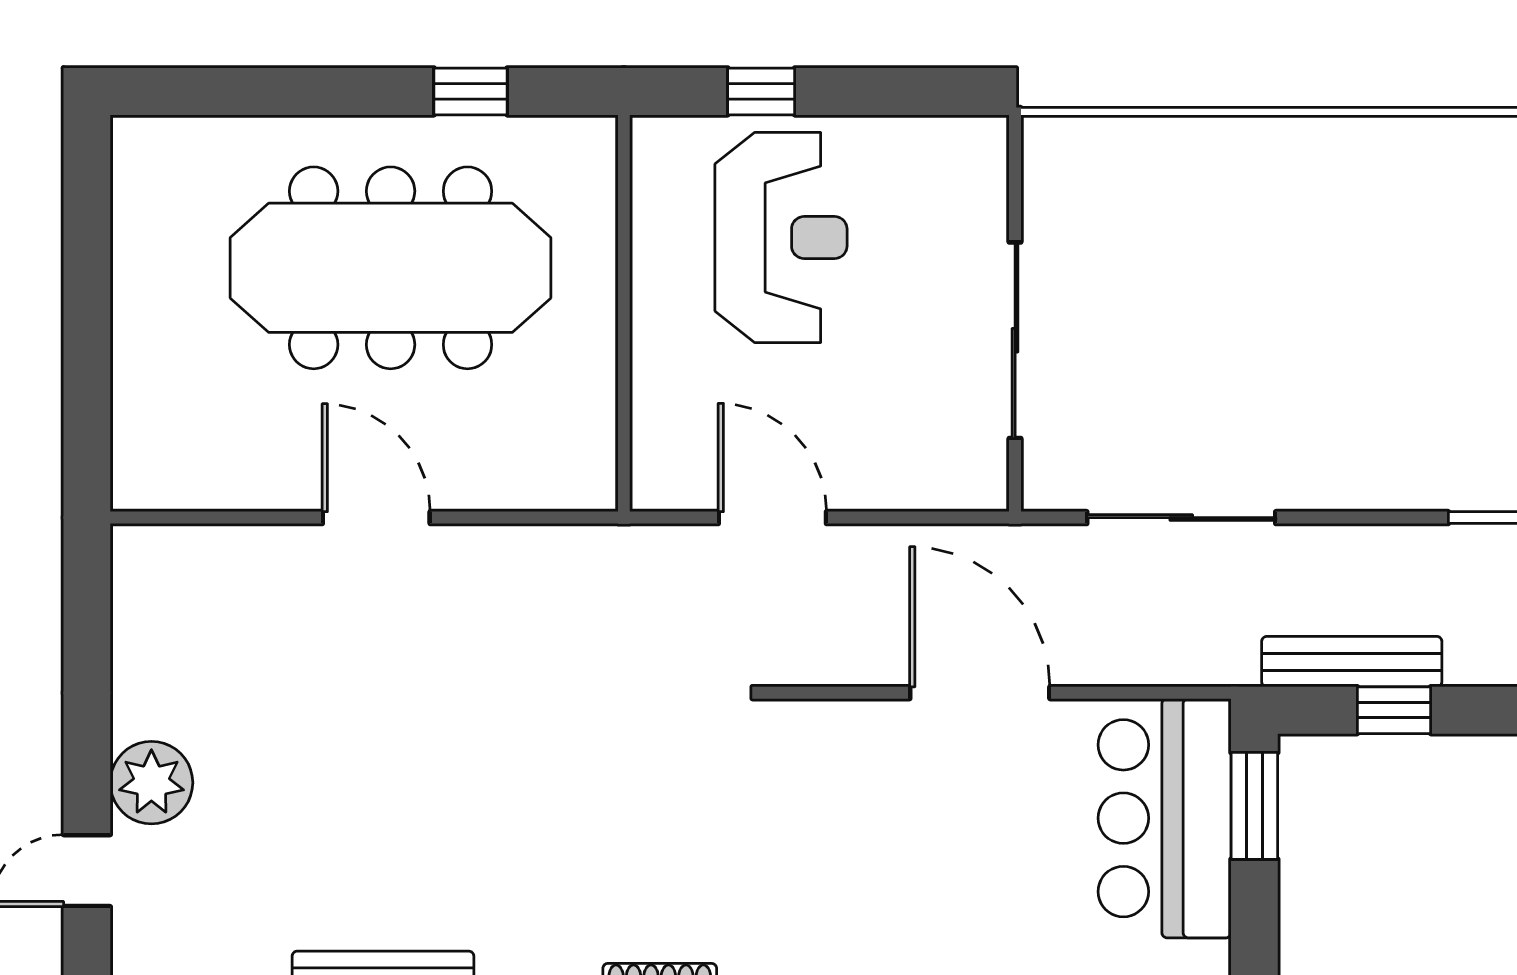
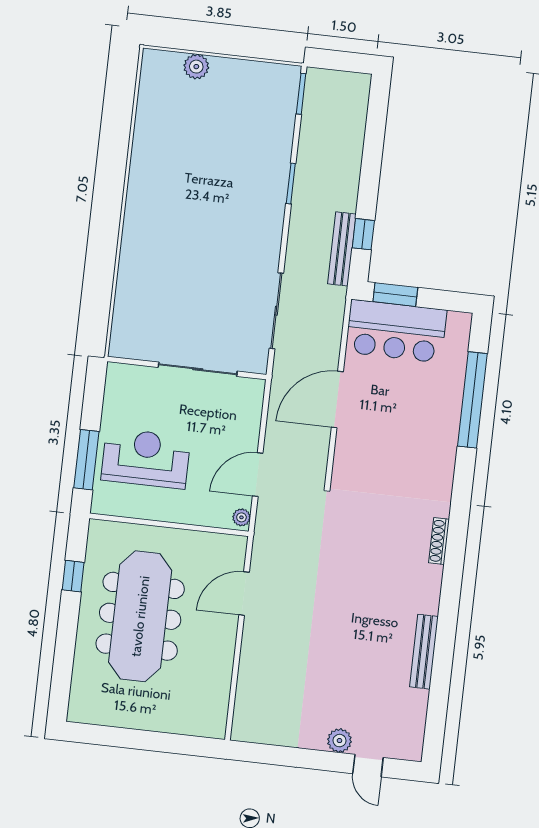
window: (761, 91) -> (86, 460), width x2.17
plant: (663, 490) -> (241, 517), added
door: (376, 518) -> (244, 594), moved
plant: (151, 783) -> (339, 741), width x0.73, depth x0.73

